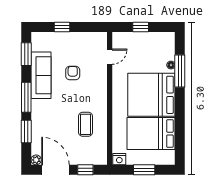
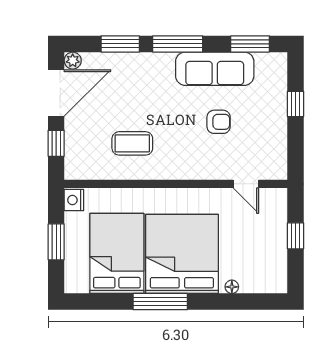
window: (180, 71) -> (160, 302), moved

